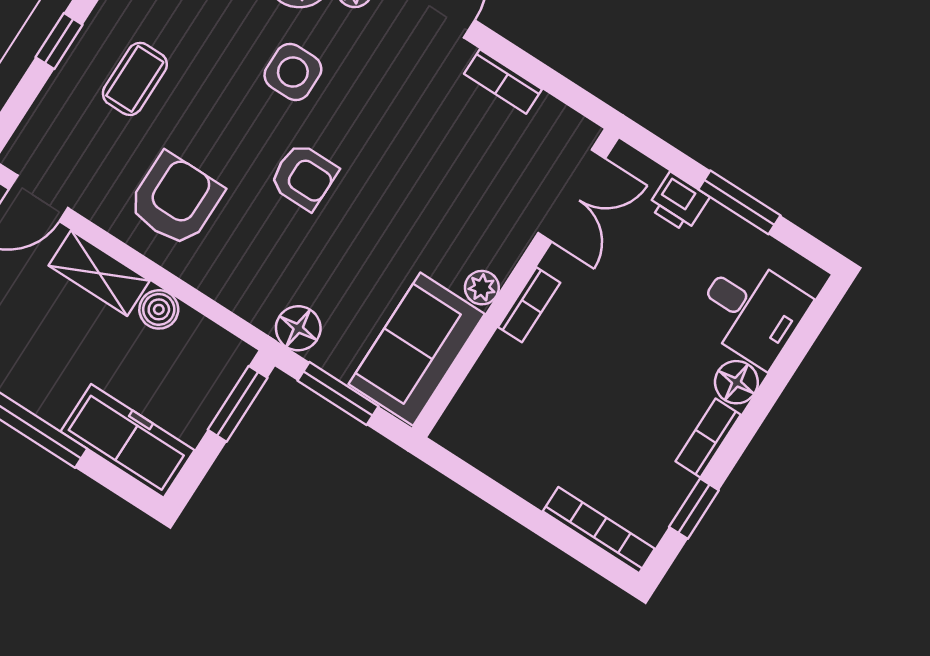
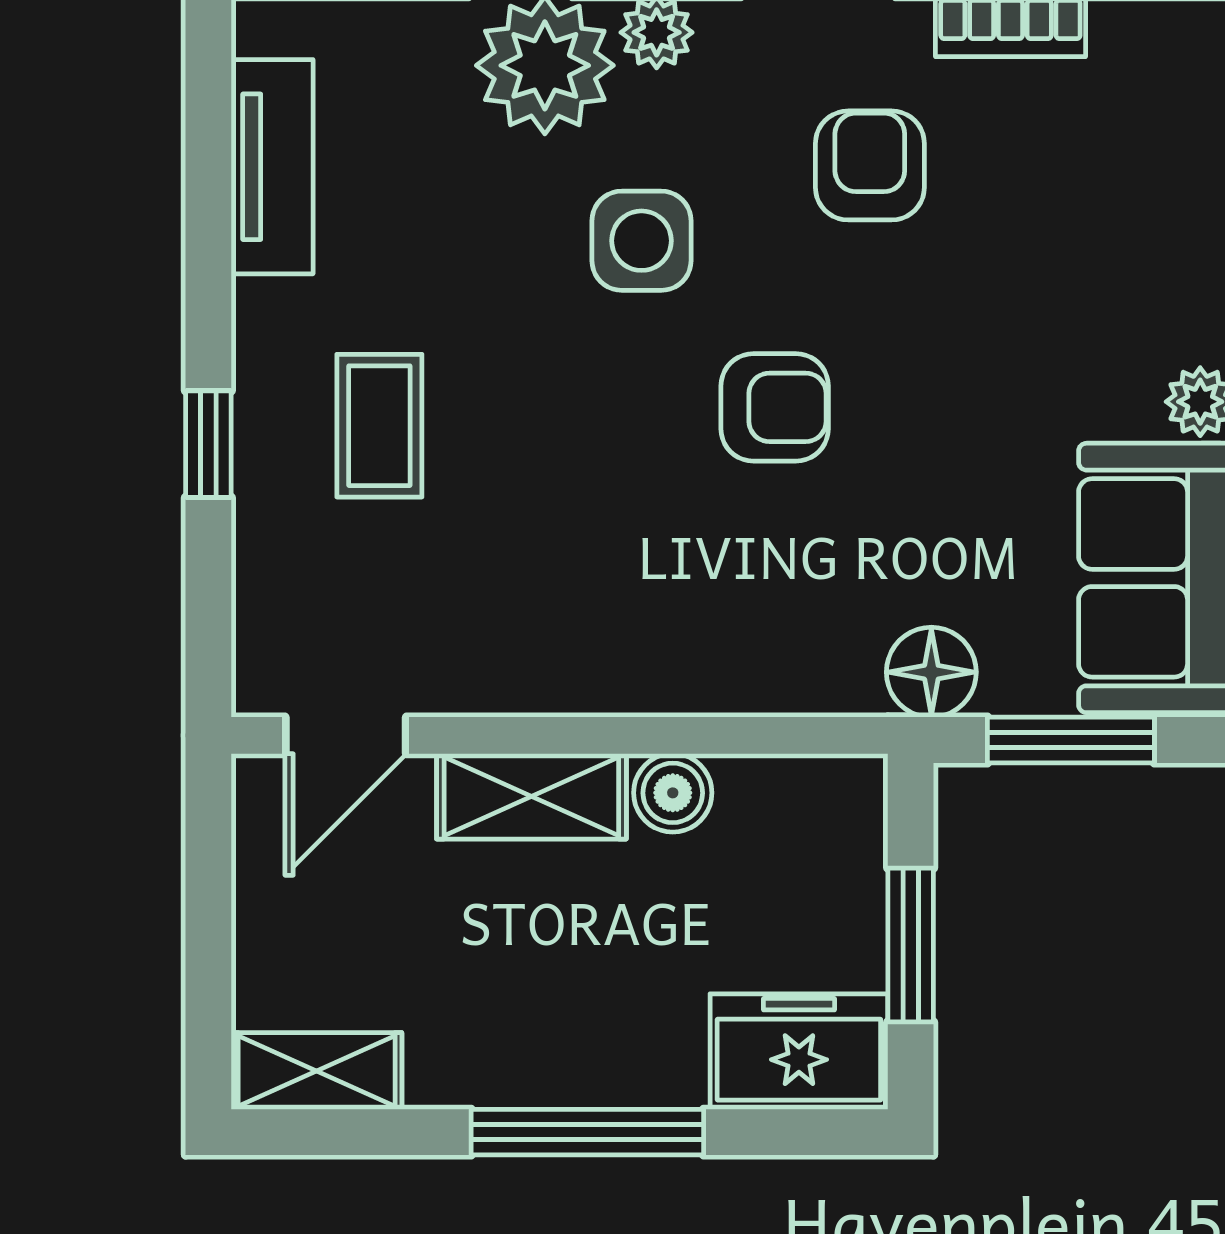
armchair: (175, 200) -> (870, 165), moved, width x0.72, depth x0.72
window: (238, 404) -> (911, 945), moved
freezer: (127, 441) -> (799, 1052), width x0.71

